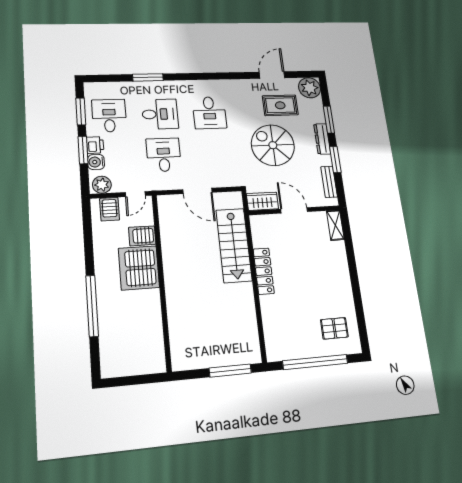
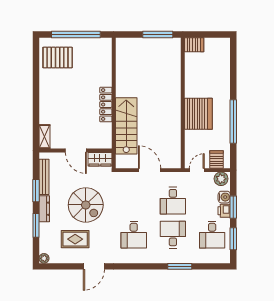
door: (272, 75) -> (94, 266), moved
plant: (310, 88) -> (44, 258), width x0.53, depth x0.53
desk: (209, 113) -> (134, 235), turned 180
desk: (160, 114) -> (173, 235), turned 90
bench: (329, 182) -> (44, 177), width x1.36
server rack: (142, 236) -> (194, 45), moved
window: (92, 306) -> (233, 122), moved
pallet: (334, 328) -> (58, 58), width x1.50, depth x1.42
window: (230, 371) -> (158, 34), moved

